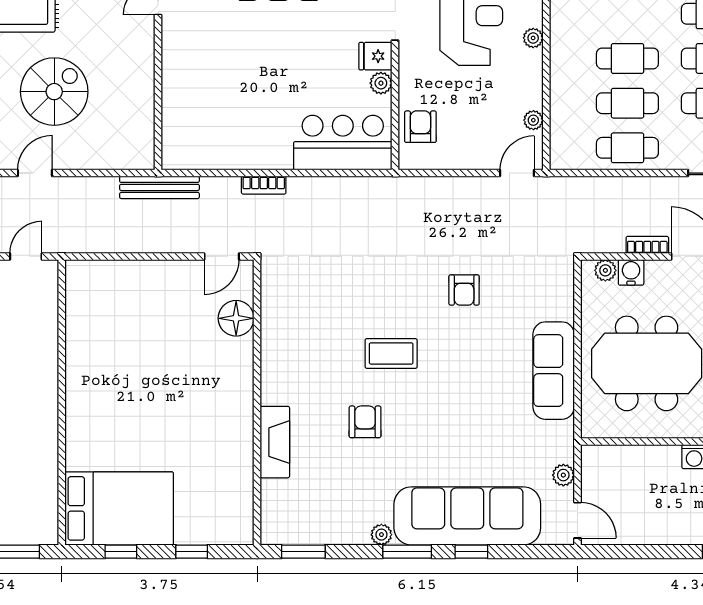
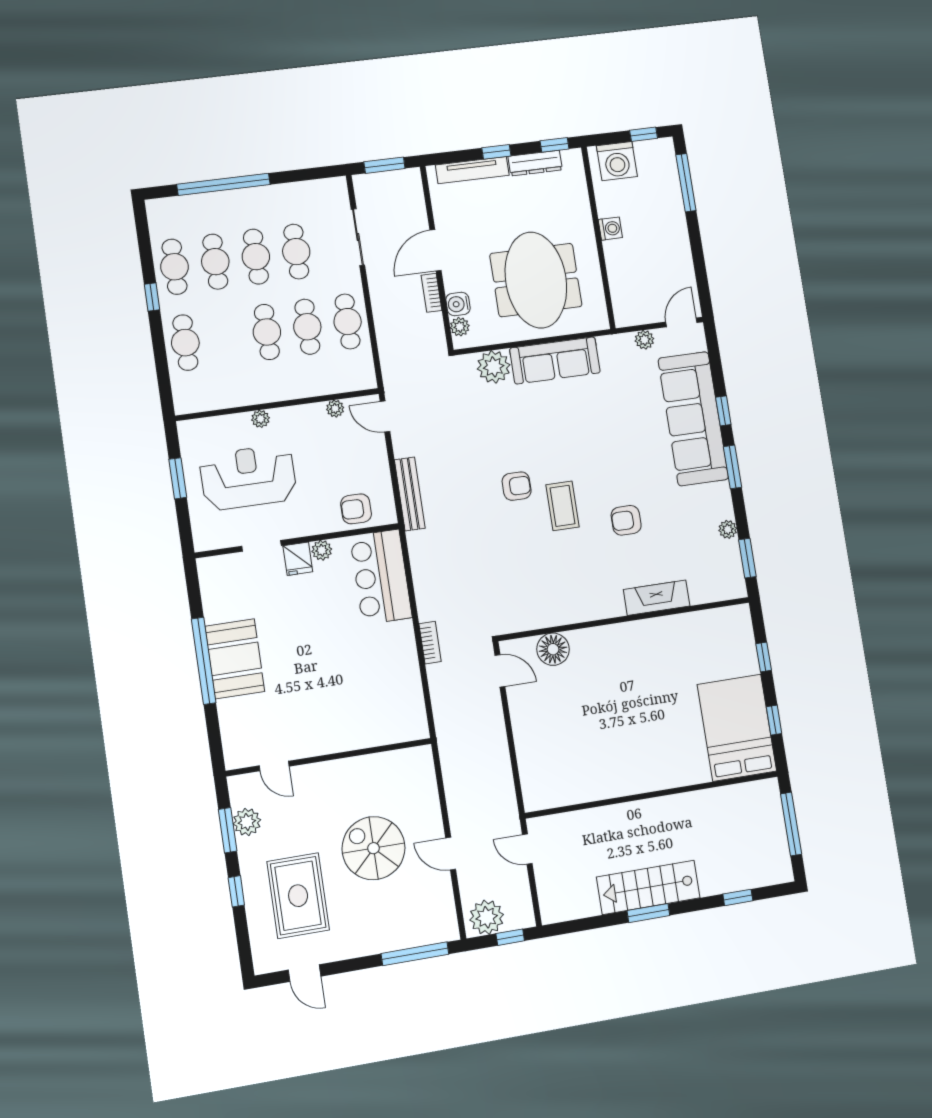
bench: (159, 187) -> (410, 494), moved
armchair: (464, 290) -> (517, 486), moved
plant: (556, 301) -> (494, 367), added
plant: (381, 535) -> (728, 529), moved

